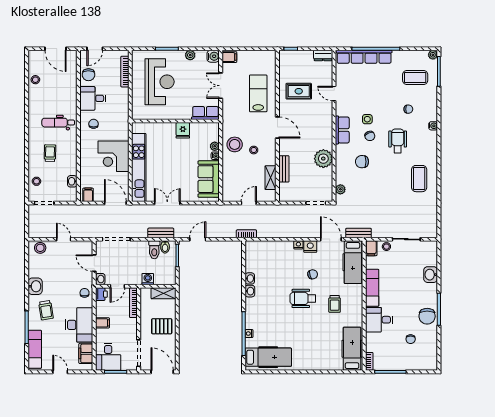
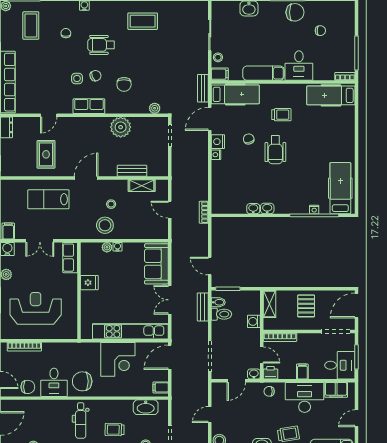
chair: (94, 124) -> (82, 381), width x1.87, depth x1.87
sofa: (209, 179) -> (156, 264), moved, turned 90
washbasin: (72, 181) -> (146, 407), width x1.91, depth x1.45

